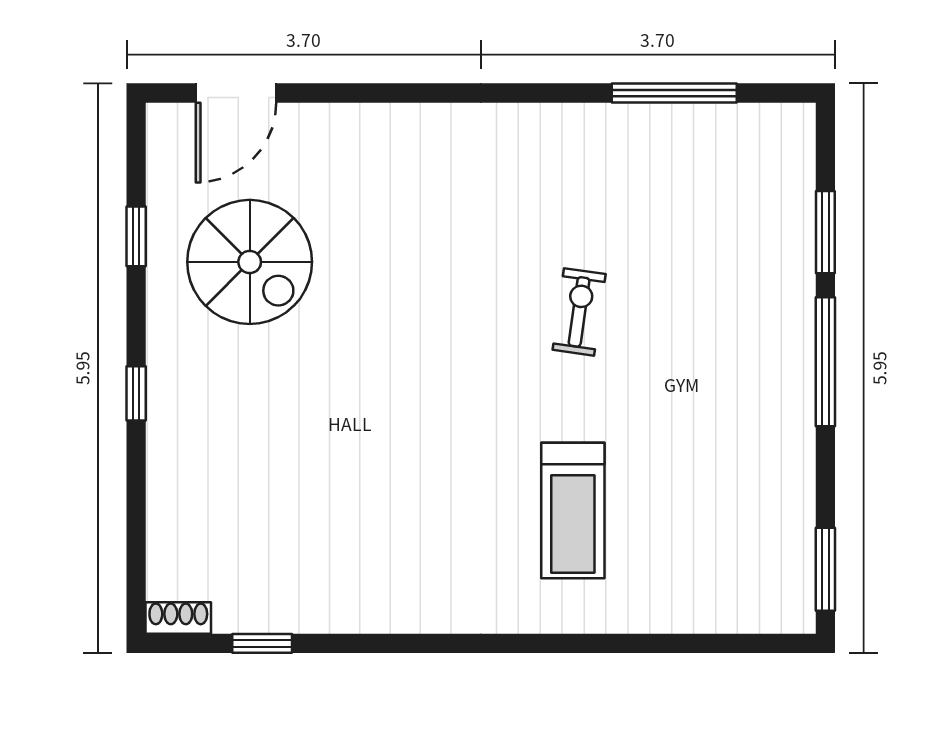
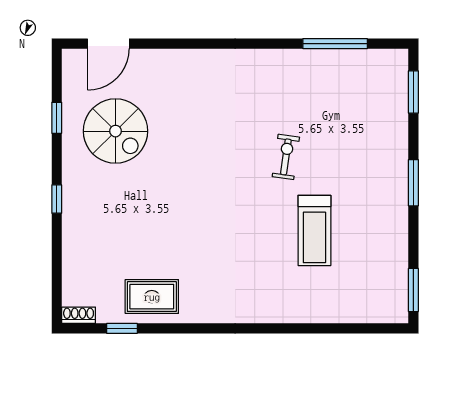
window: (825, 232) -> (413, 92), moved
window: (825, 362) -> (413, 183), width x0.69
treadmill: (573, 511) -> (314, 230), moved
rug: (320, 582) -> (152, 297), added

